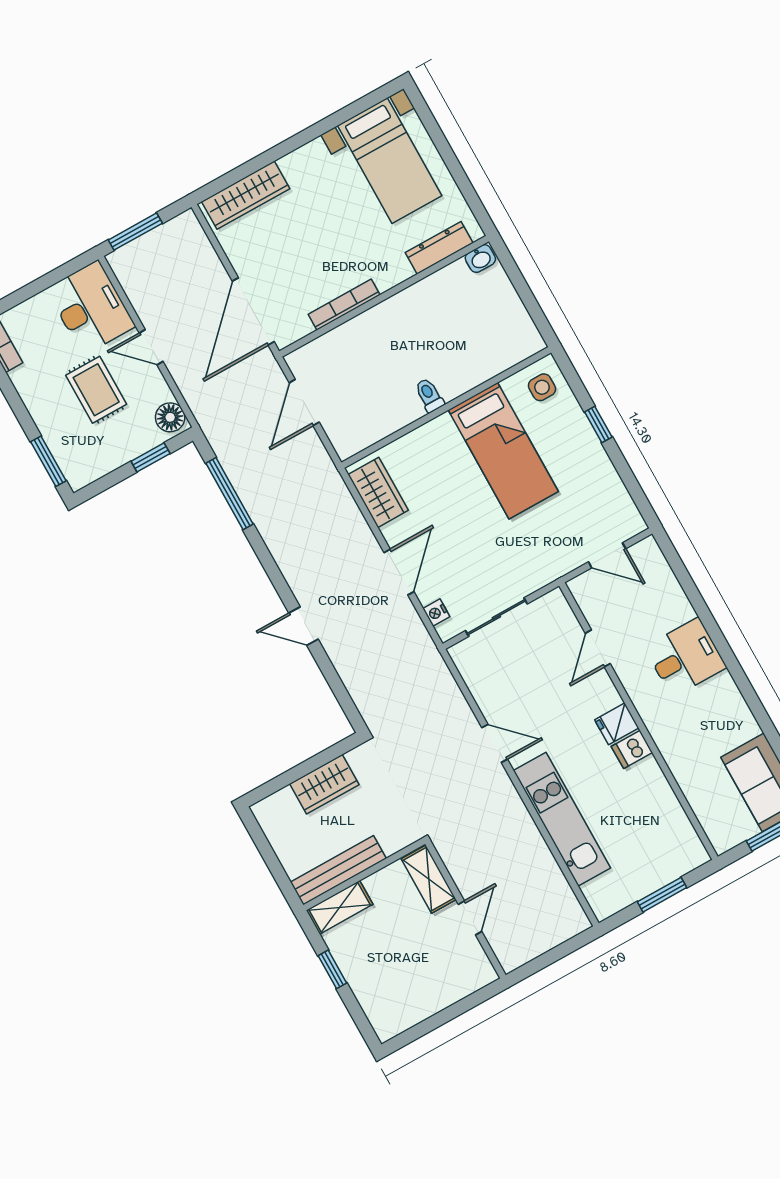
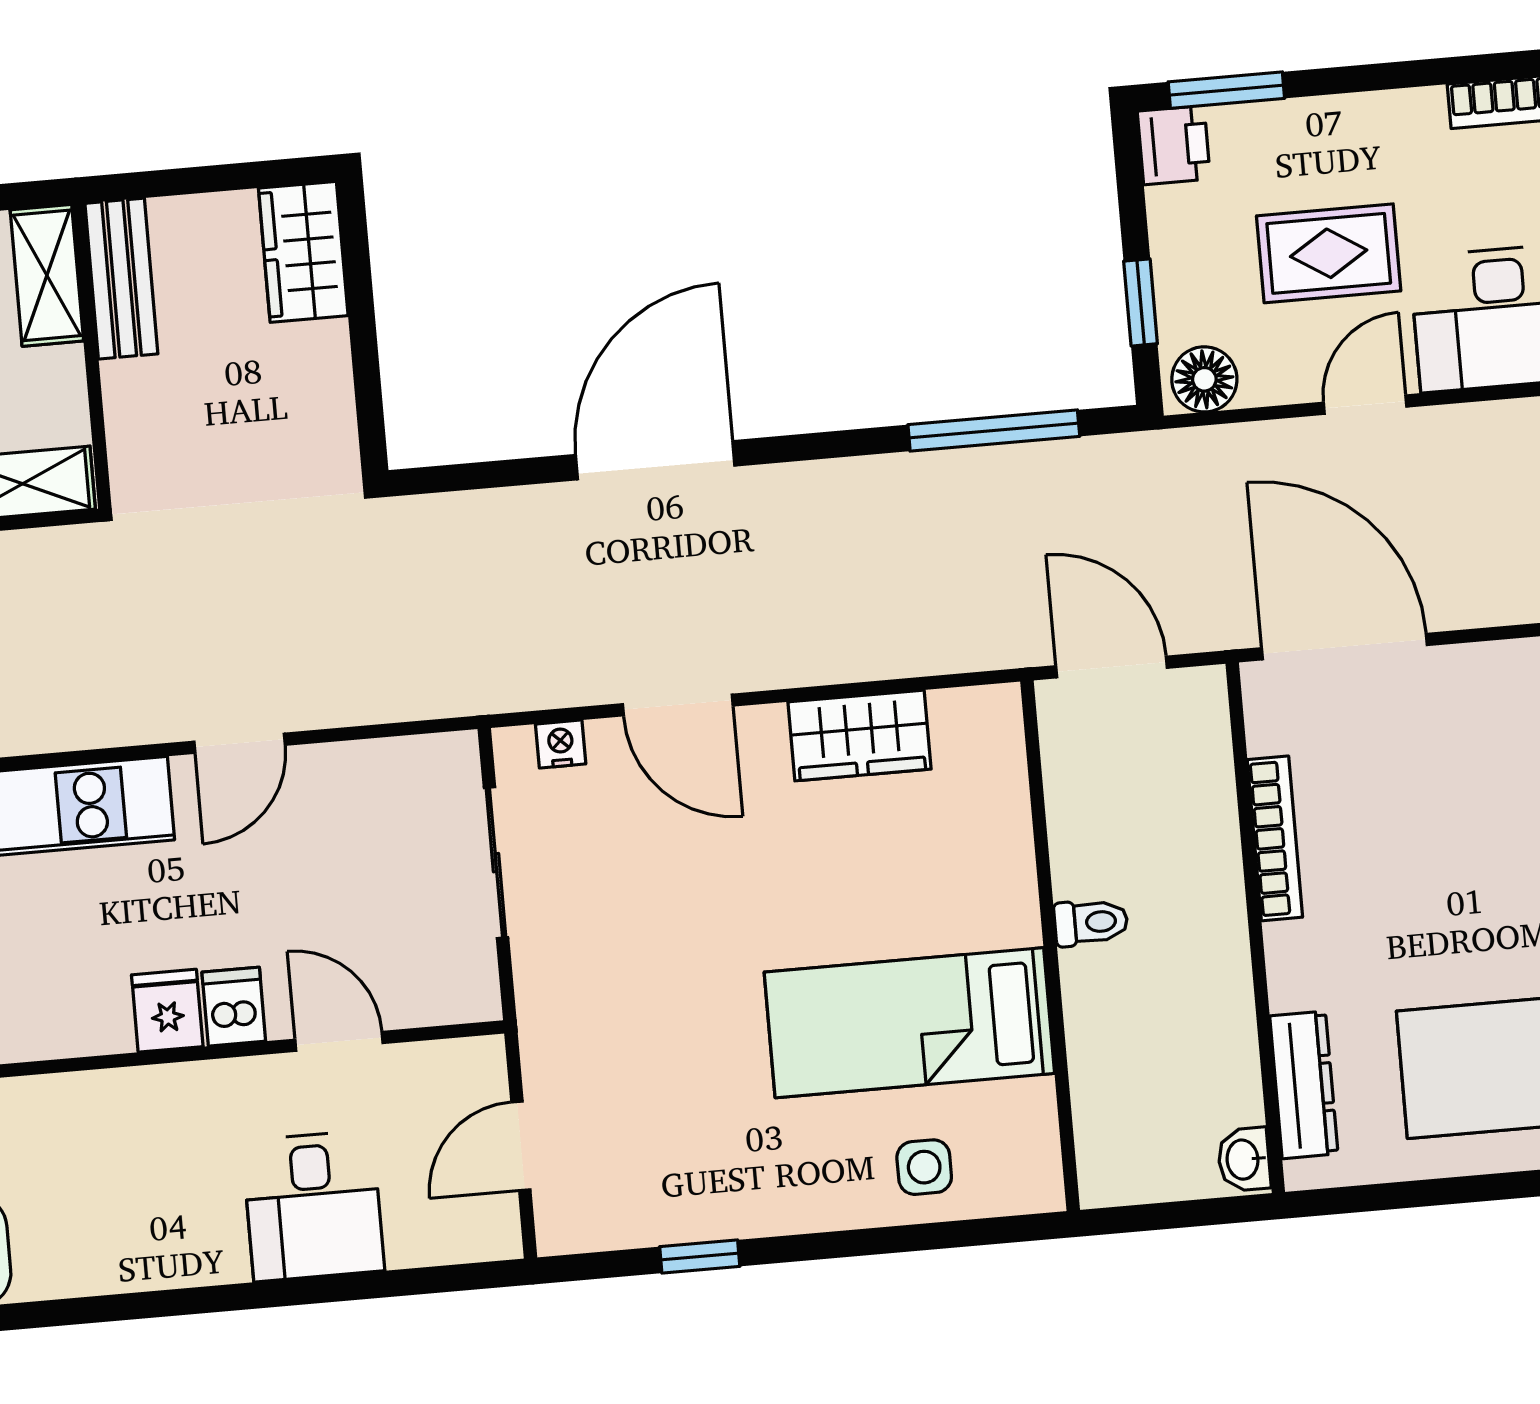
toilet: (429, 395) -> (1091, 922), moved
wall: (446, 408) -> (1050, 946), moved
window: (598, 424) -> (700, 1257), moved
bed: (503, 451) -> (909, 1023), moved
printer: (80, 473) -> (1174, 145), added
door: (303, 626) -> (655, 460), width x1.88
desk: (685, 657) -> (313, 1206), moved
dishwasher: (632, 749) -> (234, 1007), moved
wardrobe: (324, 784) -> (303, 252), moved
bench: (338, 870) -> (121, 279), width x0.73

